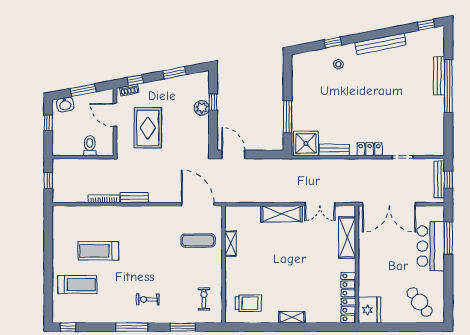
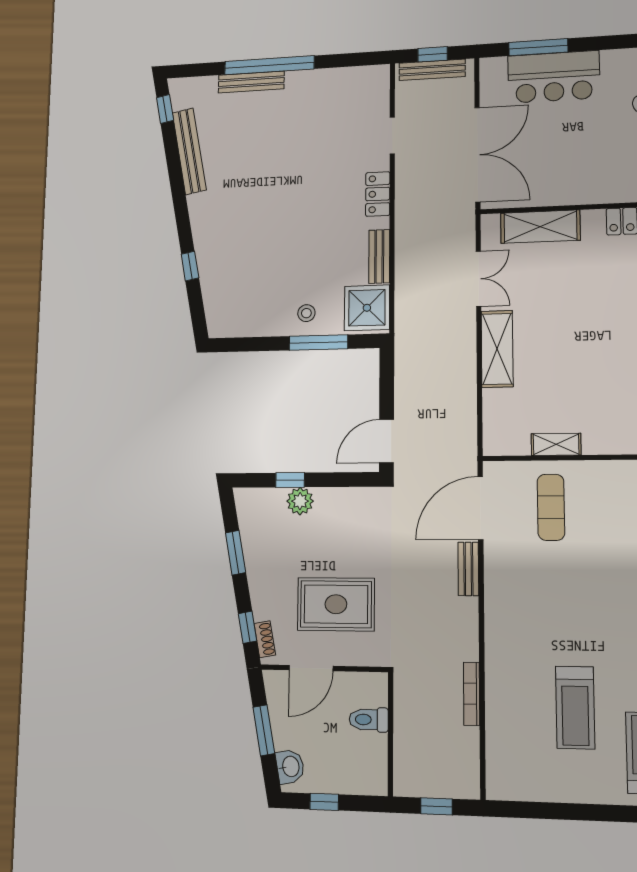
bench: (380, 44) -> (189, 151), moved
stool: (338, 64) -> (306, 313), moved
bench: (134, 198) -> (468, 569), moved

